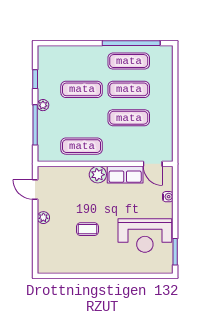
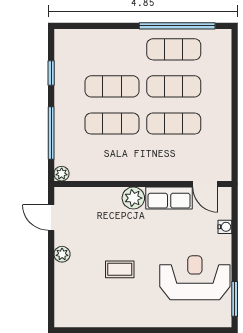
plant: (43, 105) -> (62, 174), moved
exercise mat: (82, 146) -> (112, 124), moved
reception desk: (145, 236) -> (195, 278), turned 180

